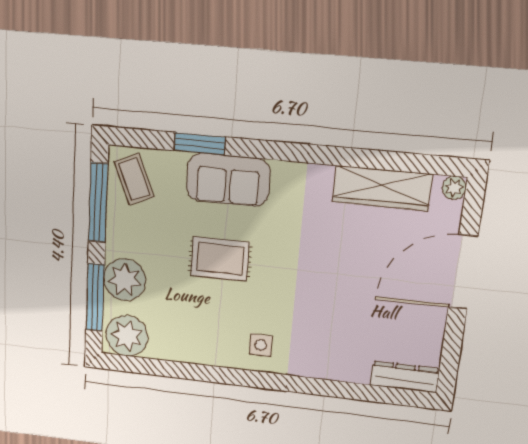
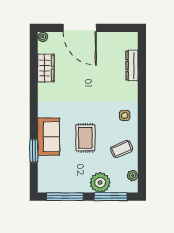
coffee table: (134, 179) -> (122, 149), moved
wardrobe: (382, 188) -> (46, 68), width x0.67
plant: (127, 336) -> (133, 176), width x0.53, depth x0.53
dresser: (405, 377) -> (132, 66), moved

